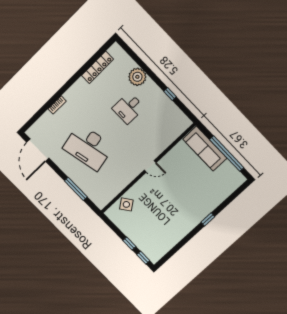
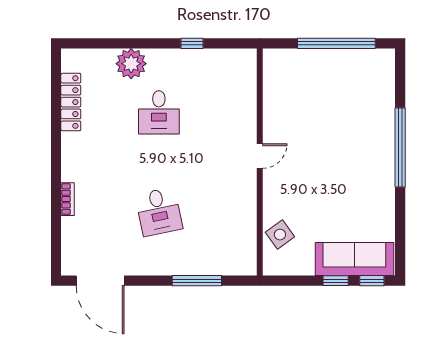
desk: (88, 147) -> (159, 212), width x0.53, depth x0.77
sofa: (205, 149) -> (354, 259), moved, turned 180
window: (208, 219) -> (400, 147), width x3.17

